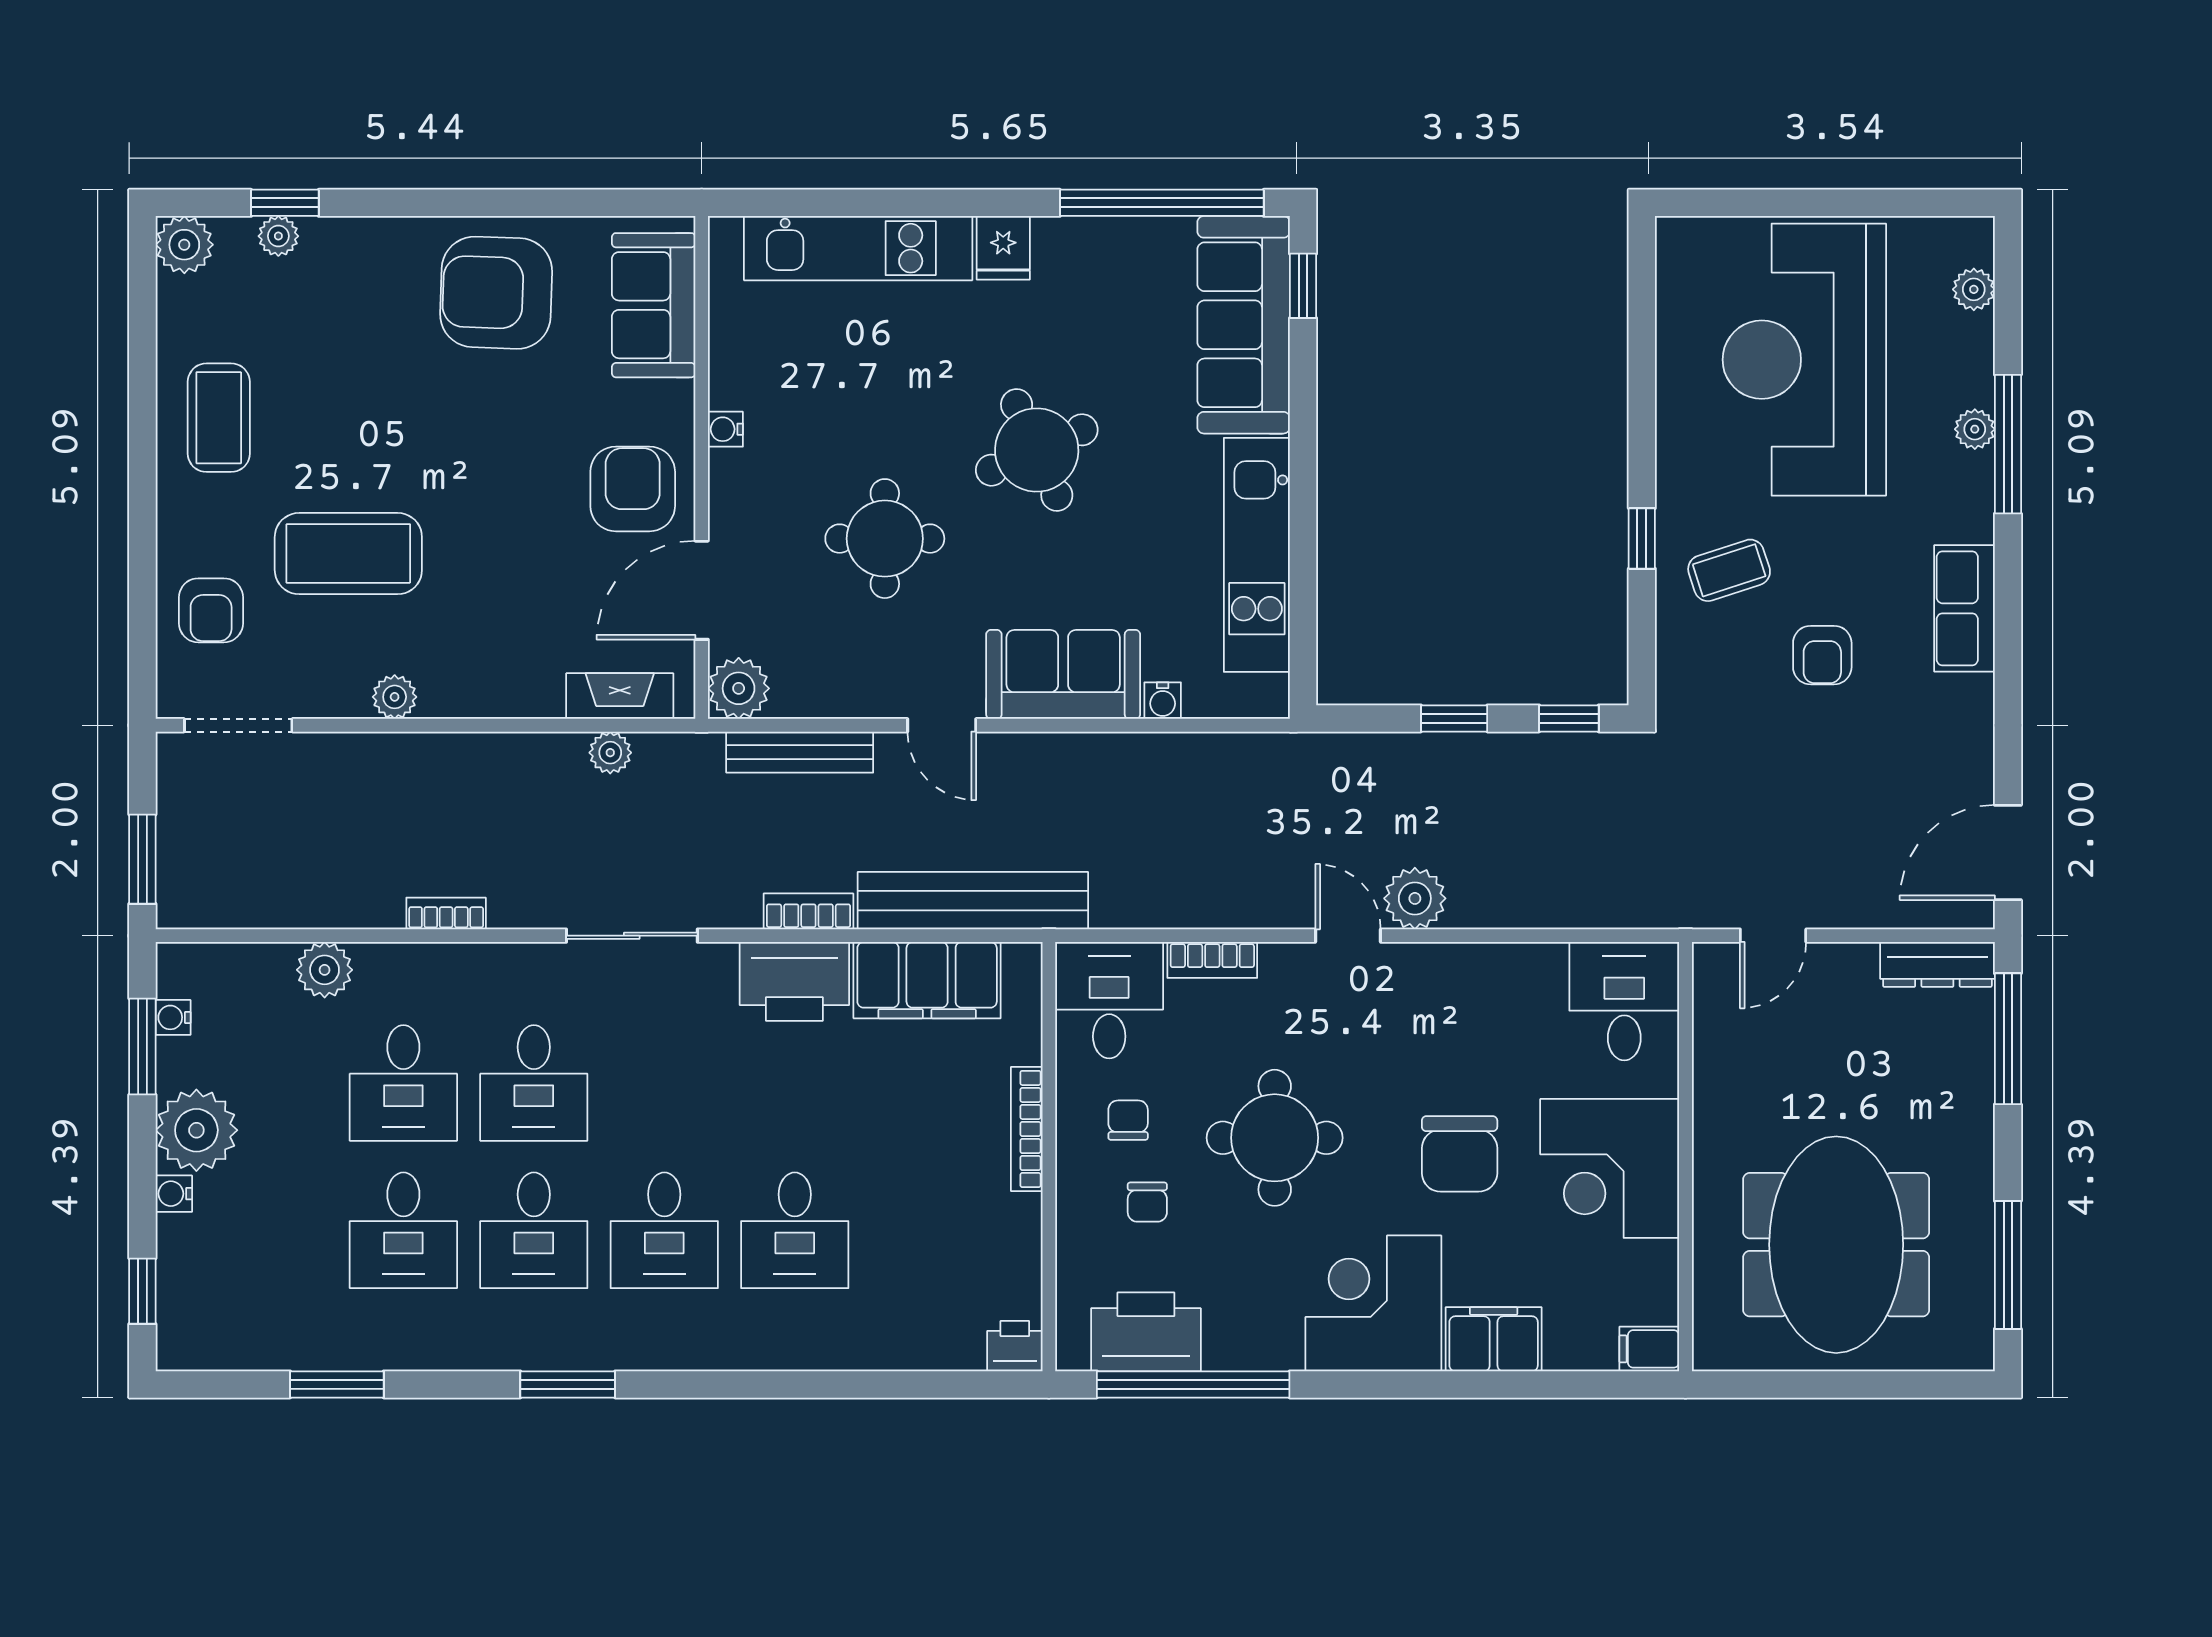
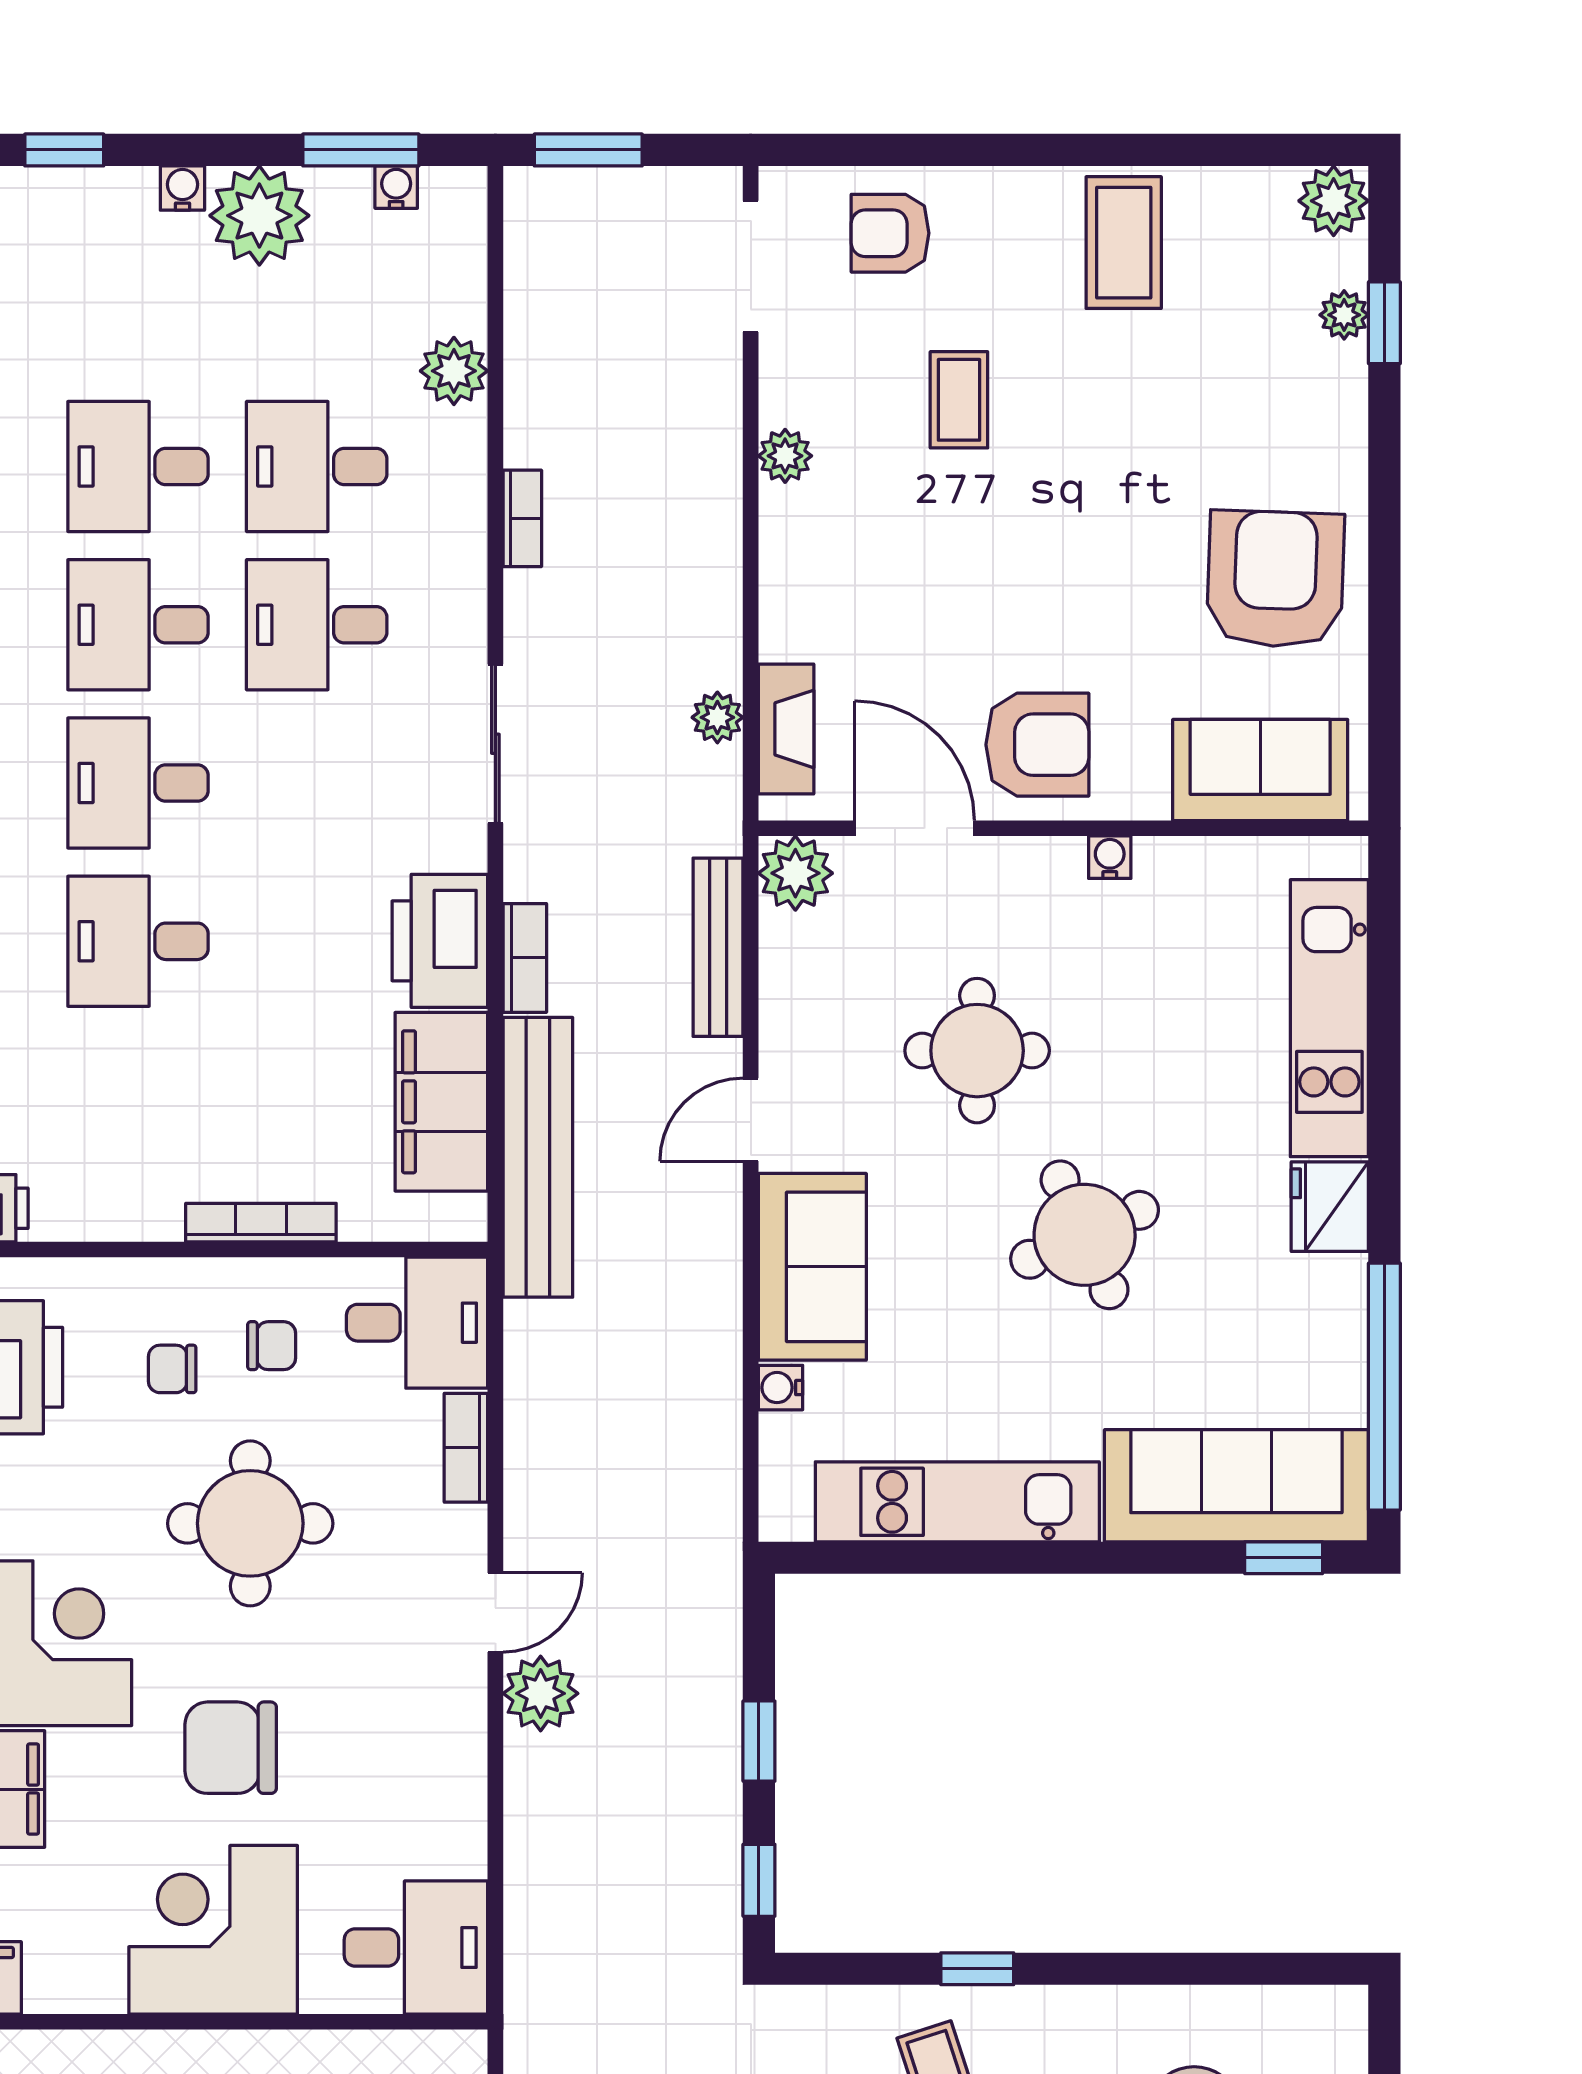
fridge: (1003, 248) -> (1330, 1207), width x1.38
coffee table: (219, 418) -> (1124, 243), turned 90
coffee table: (348, 554) -> (959, 400), width x0.54, depth x0.58

